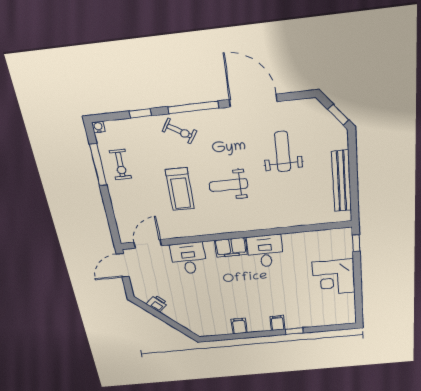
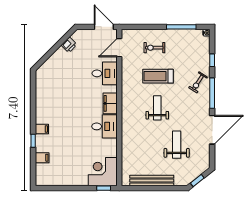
weight bench: (283, 152) -> (177, 145), turned -90
exercise bike: (120, 165) -> (154, 48), moved
door: (148, 244) -> (119, 48), swing flipped
corner desk: (334, 277) -> (103, 172), moved
filing cabinet: (239, 326) -> (42, 158), moved

